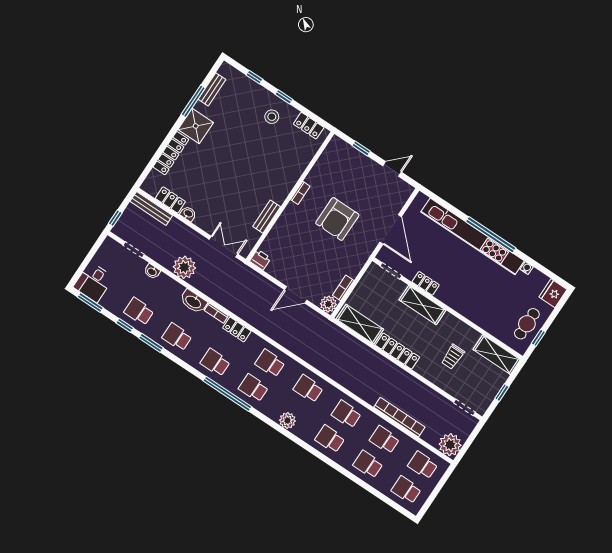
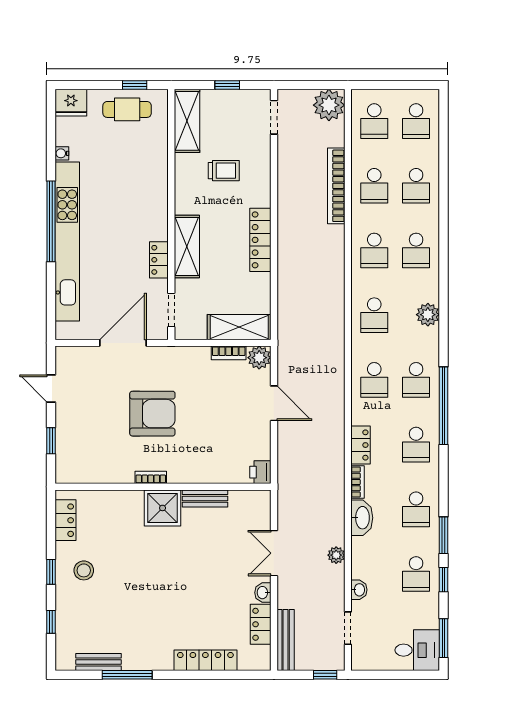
shower: (196, 126) -> (163, 508), moved
double door: (223, 247) -> (274, 553), moved
plant: (184, 267) -> (336, 555), width x0.53, depth x0.53
shelving: (360, 324) -> (239, 327), moved, turned 90

